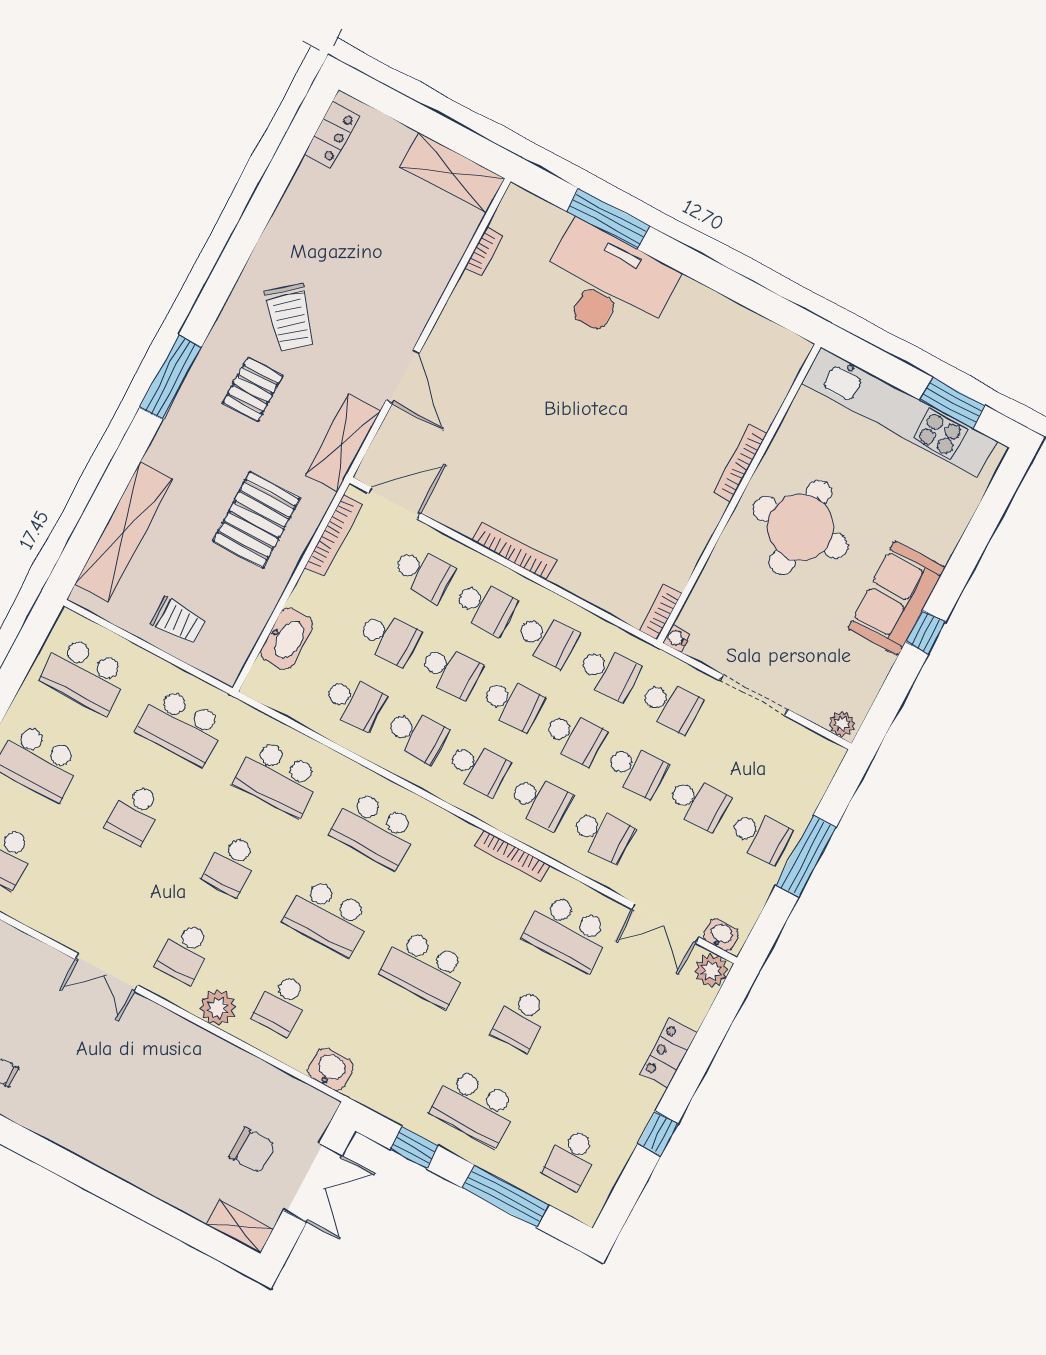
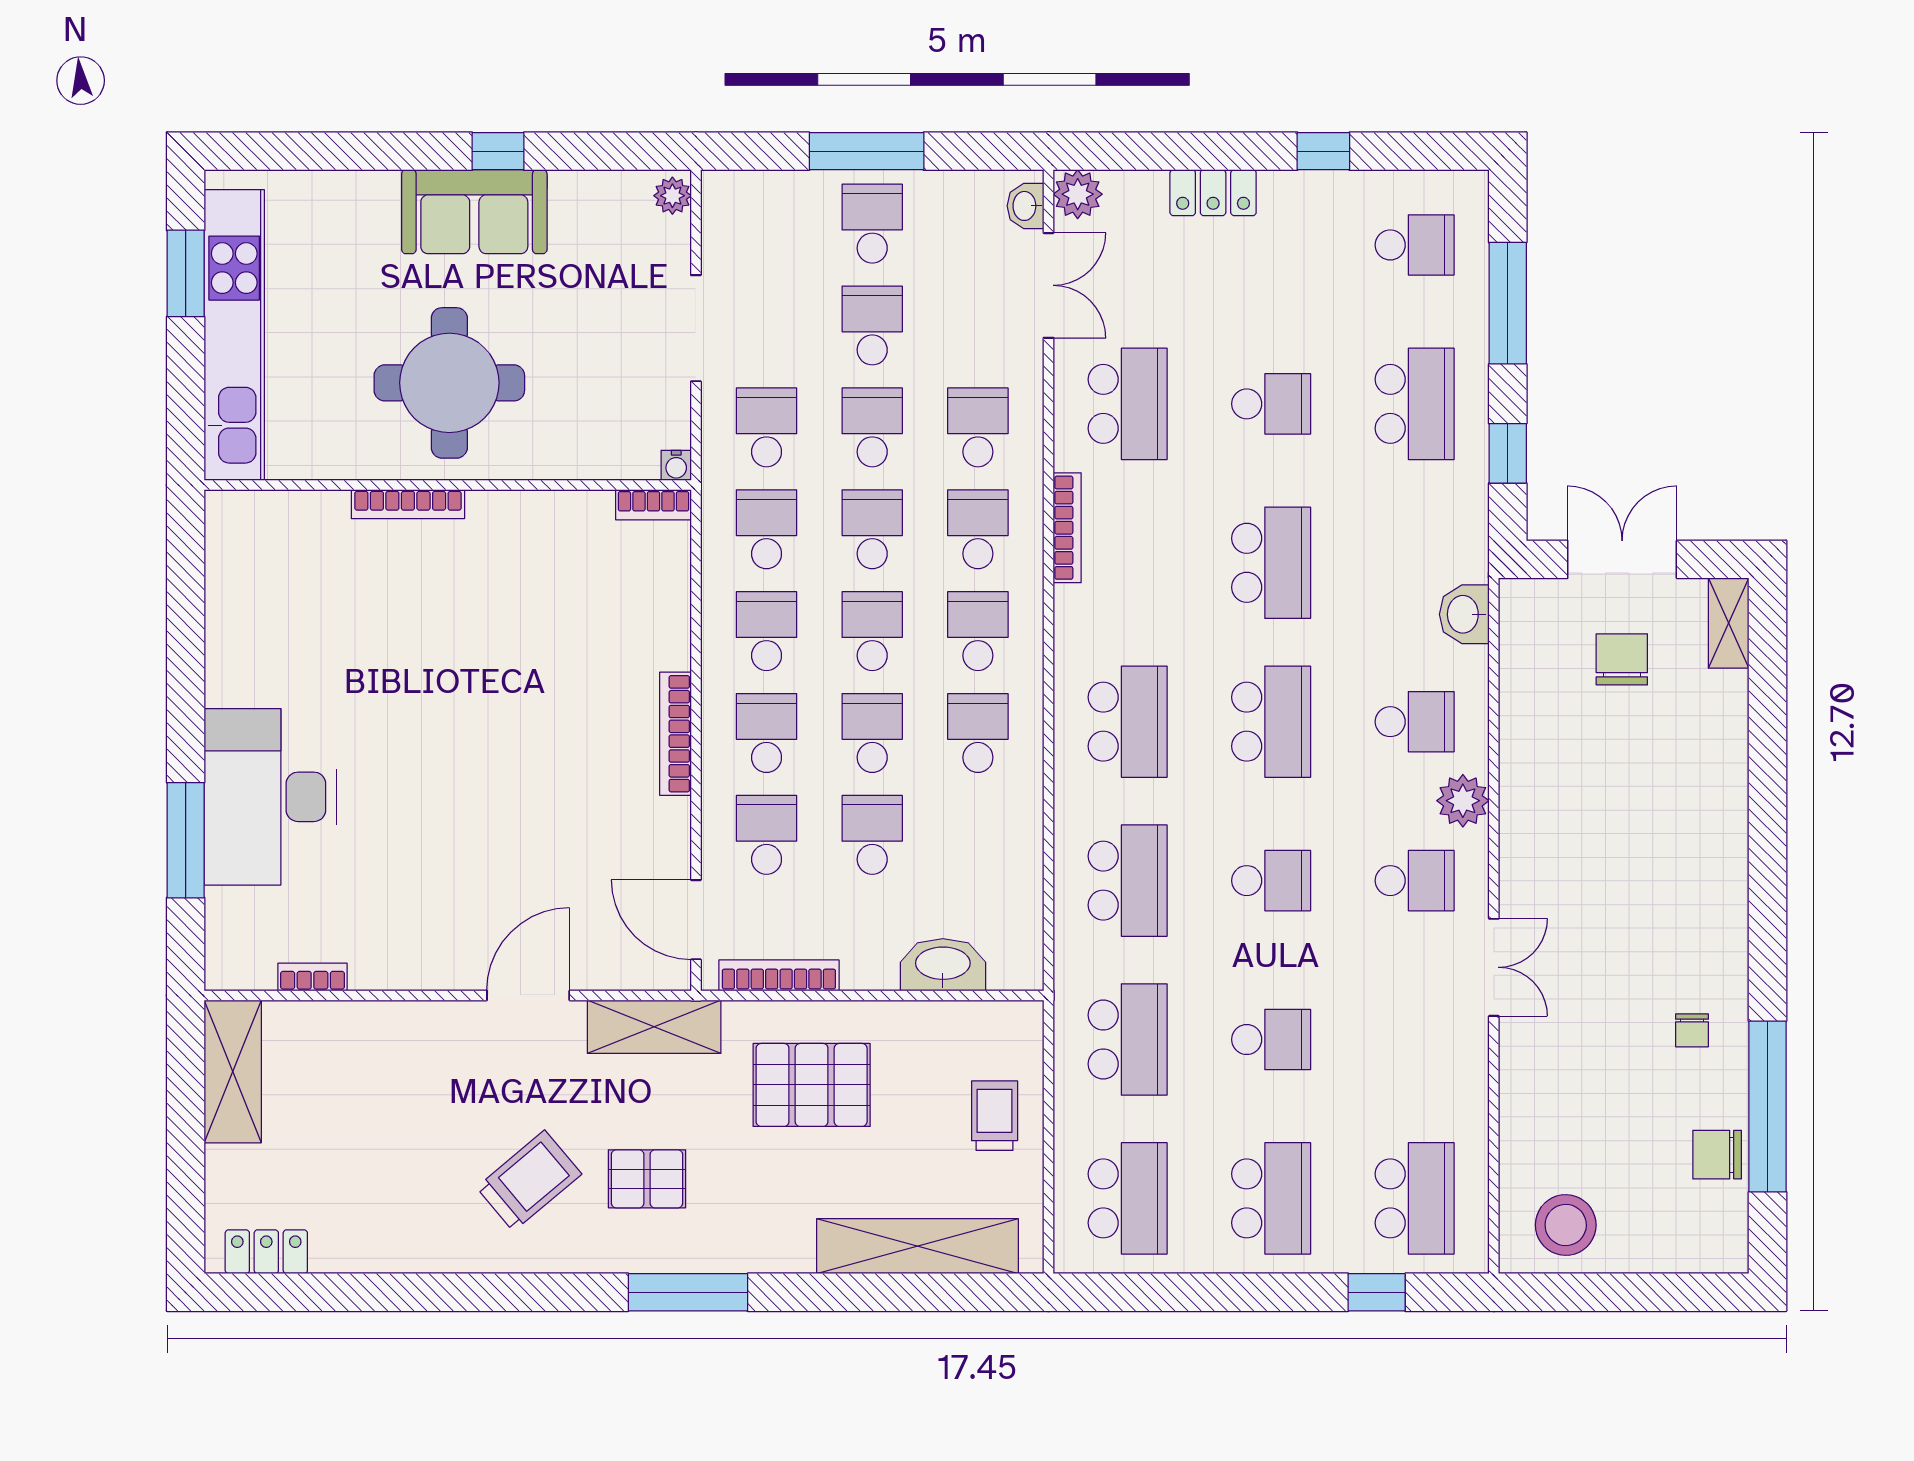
school desk: (354, 702) -> (978, 835), removed

